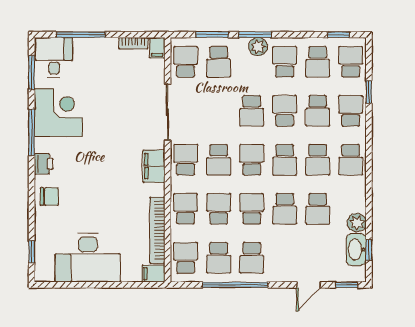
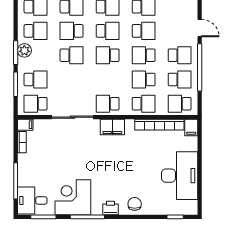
school desk: (285, 62) -> (36, 31), turned 180
school desk: (219, 160) -> (108, 79), removed
school desk: (186, 209) -> (144, 104), turned 180
door: (309, 285) -> (200, 28), moved

